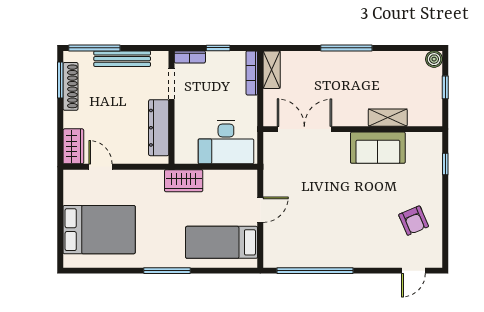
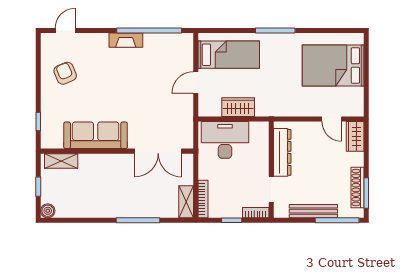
window: (346, 48) -> (138, 220), moved
shelving: (388, 118) -> (61, 161), moved
sofa: (378, 148) -> (96, 135), width x1.36
wardrobe: (184, 181) -> (238, 107), moved
fireplace: (342, 259) -> (126, 40), added

